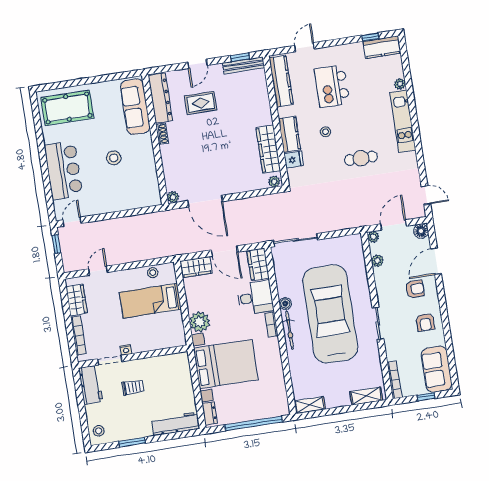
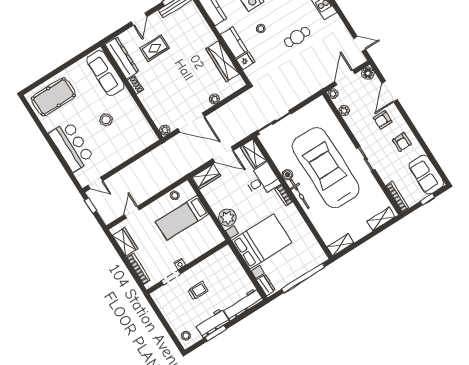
plant: (274, 182) -> (214, 99), moved
door: (72, 222) -> (95, 183), swing flipped
armchair: (415, 289) -> (383, 120), turned 180
workbench: (91, 385) -> (212, 323), moved, turned -90

